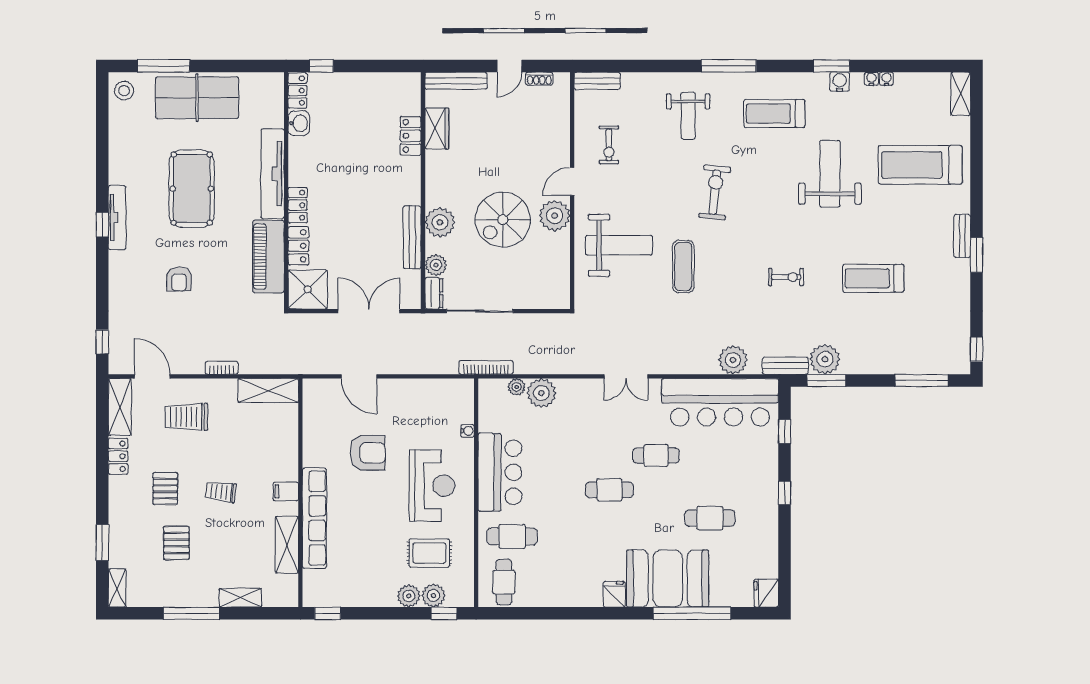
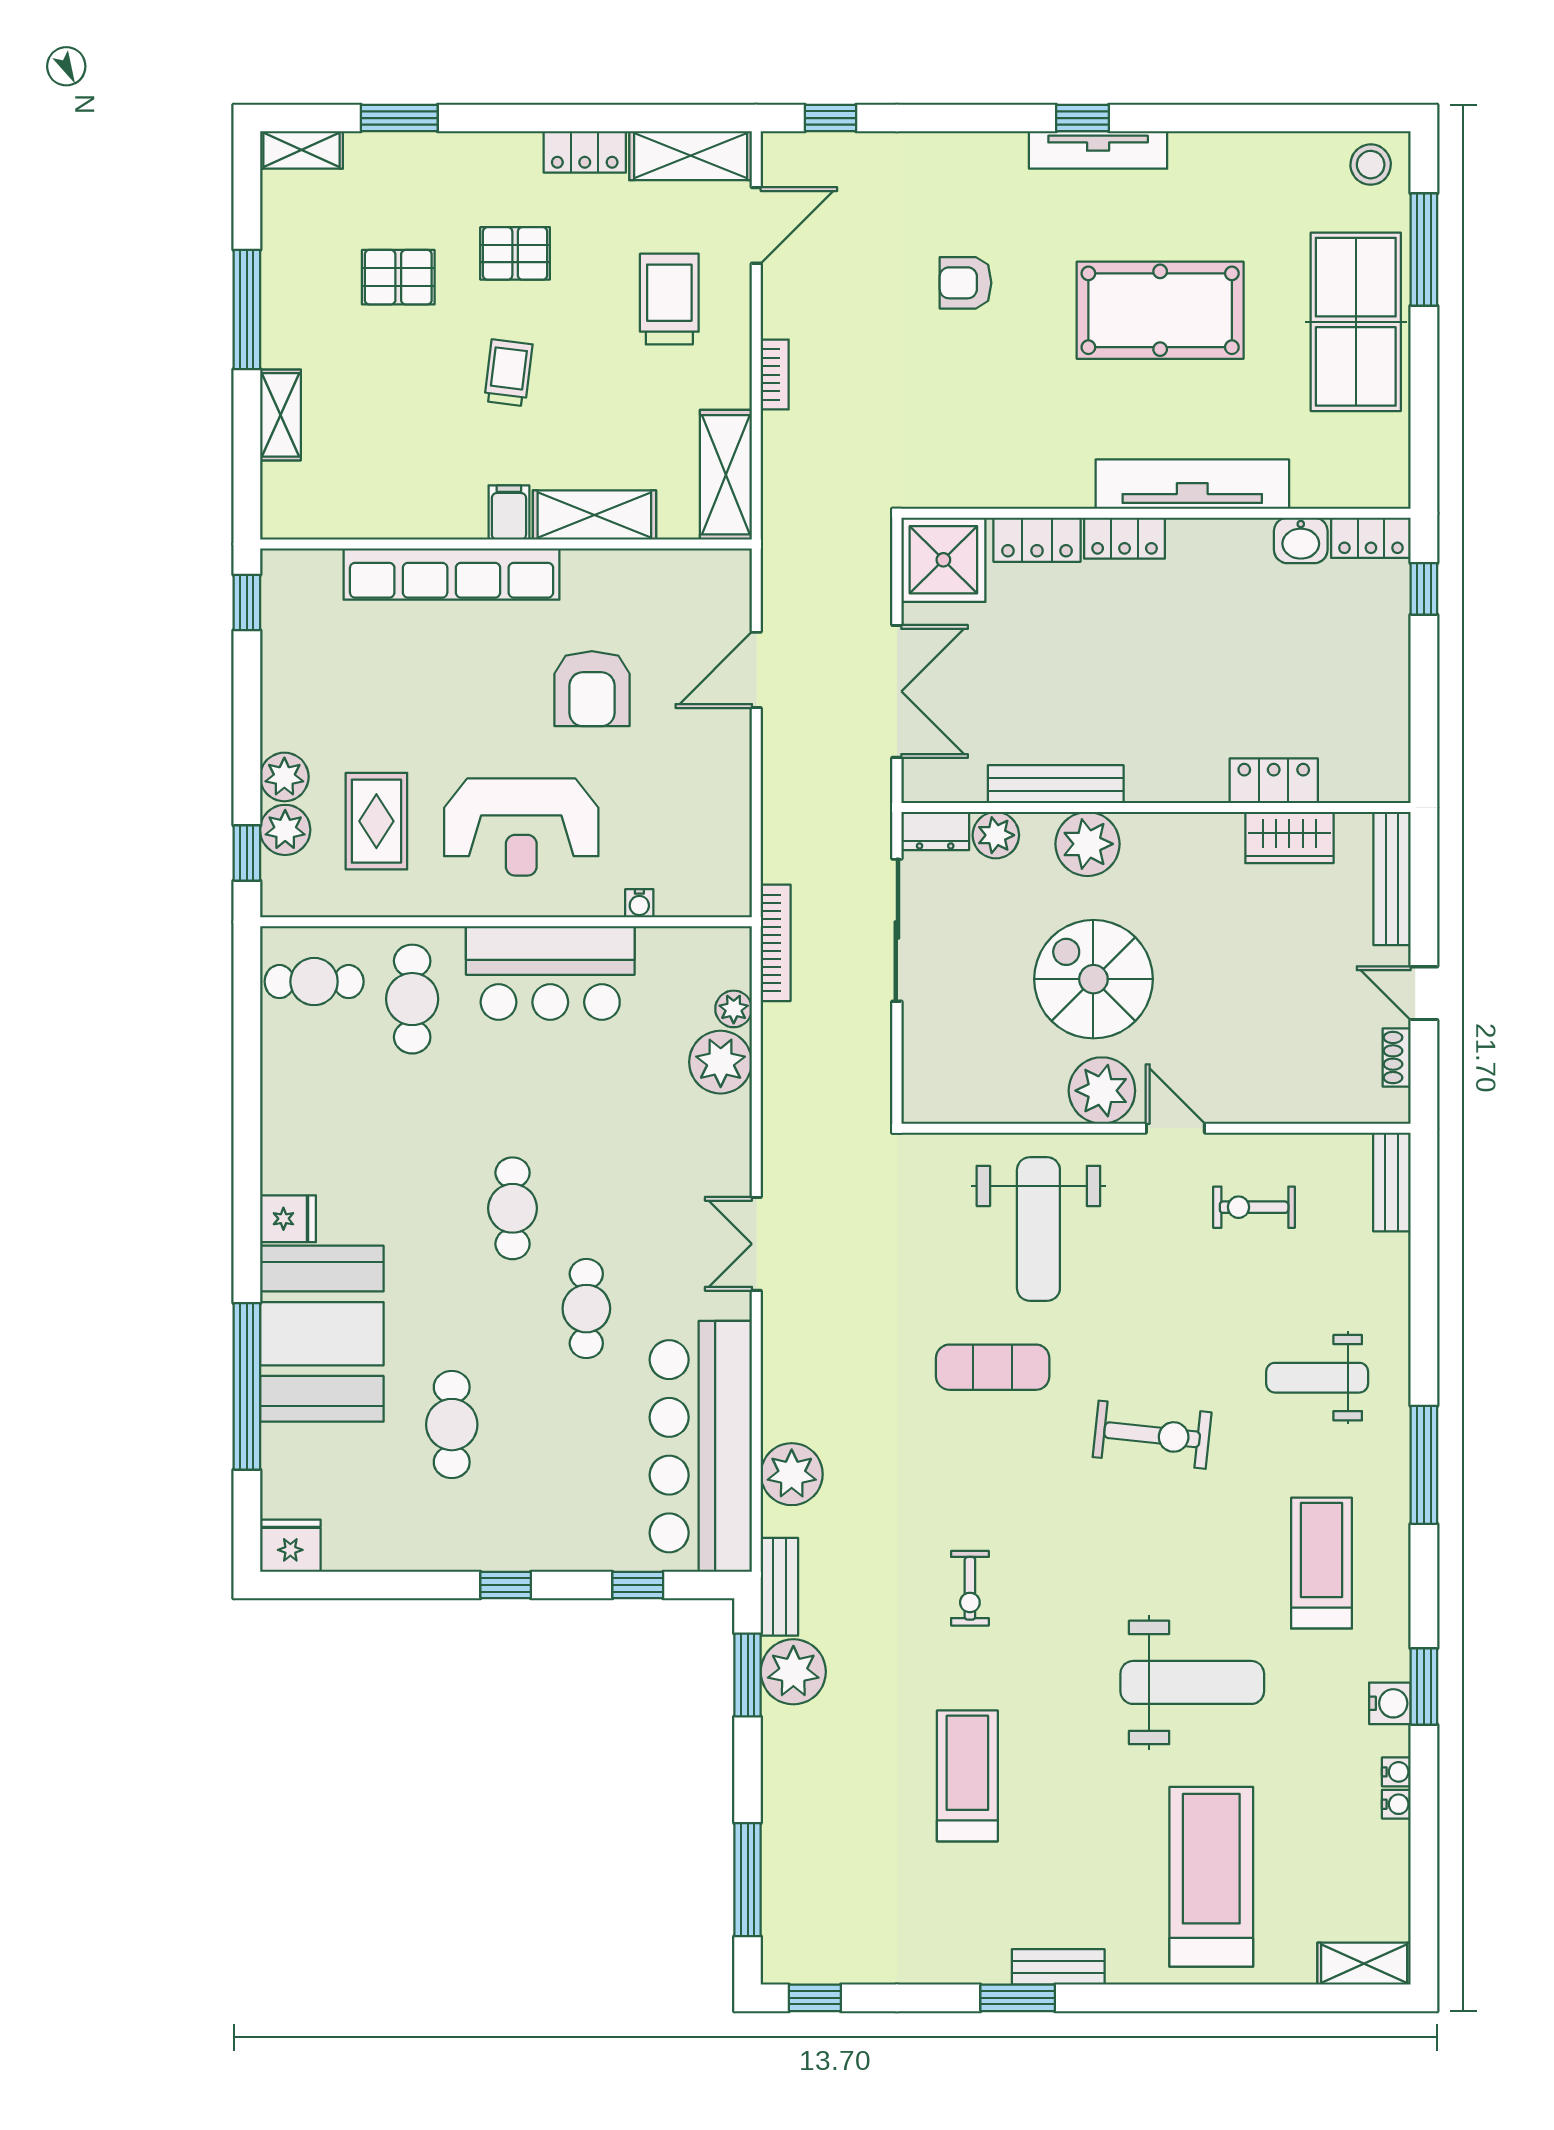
piano: (268, 257) -> (1014, 475), removed
shelving: (287, 545) -> (594, 515), moved

